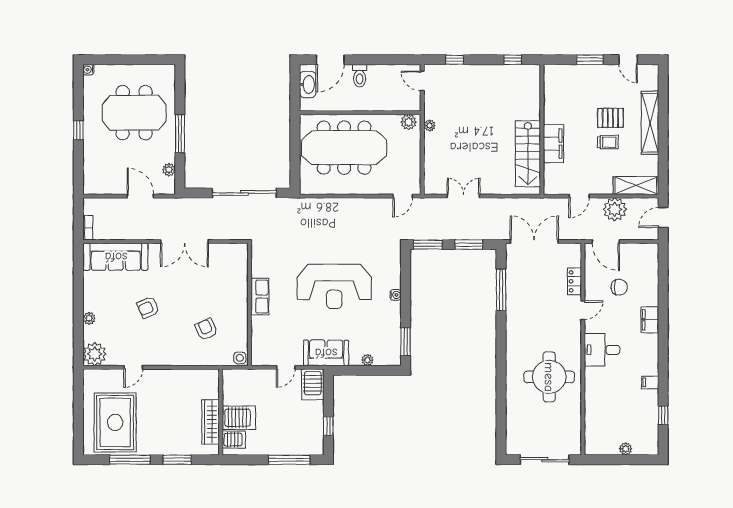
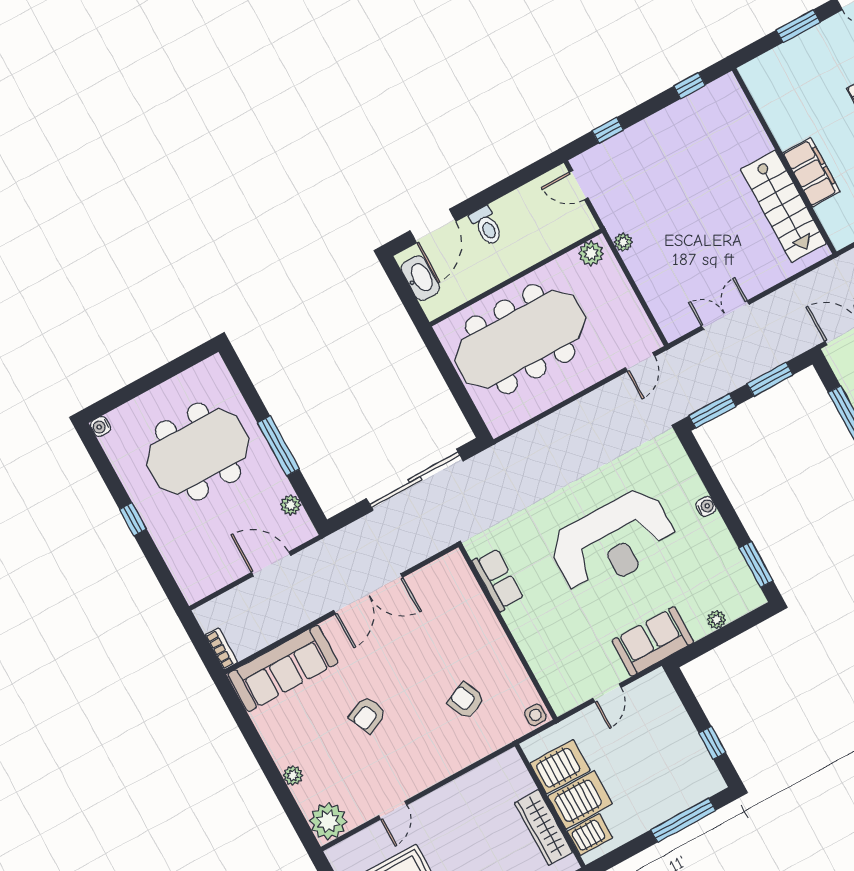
row of seats: (260, 297) -> (498, 580), moved
server rack: (313, 384) -> (560, 767), moved, turned -90

